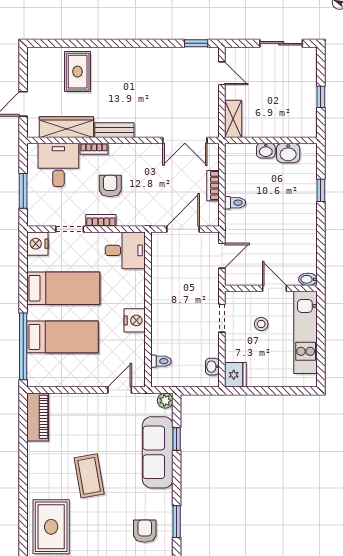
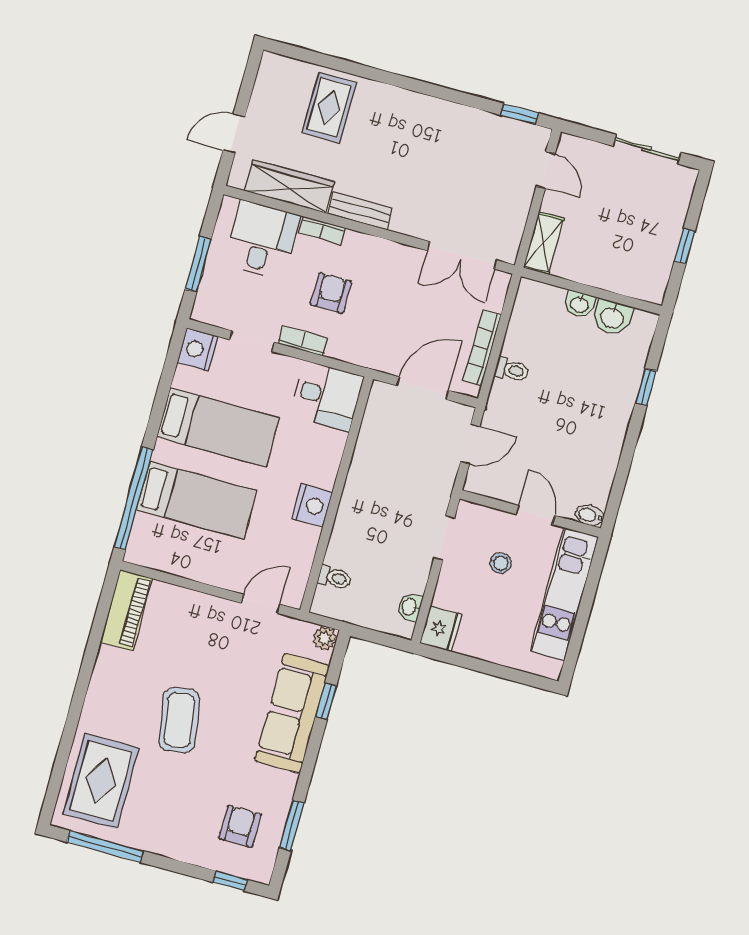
bookcase: (213, 186) -> (482, 348), width x1.56

